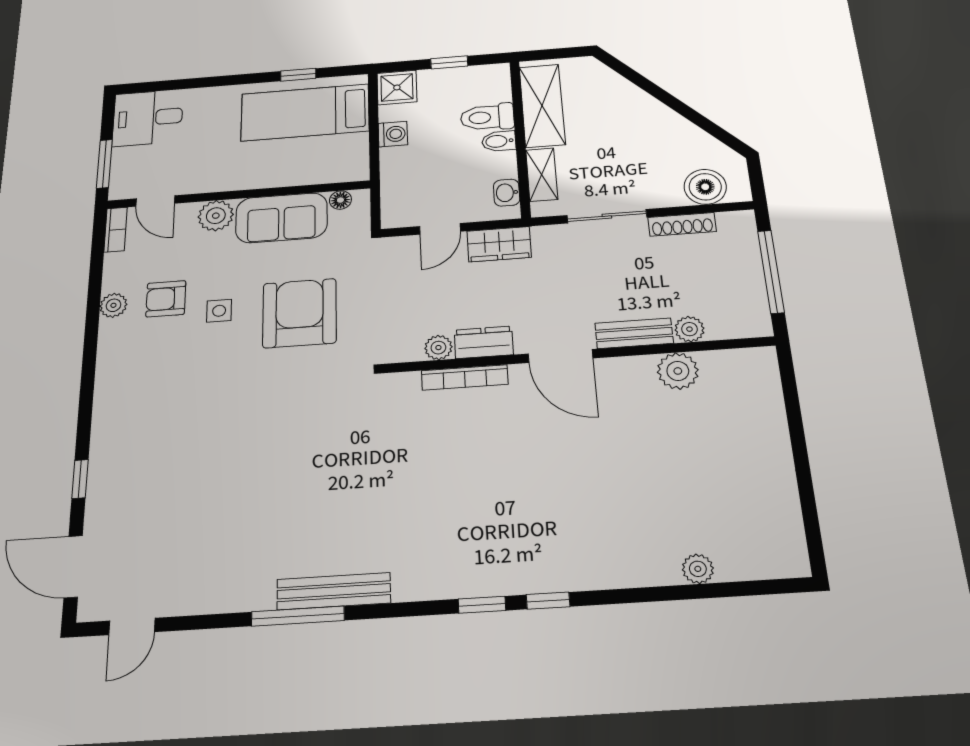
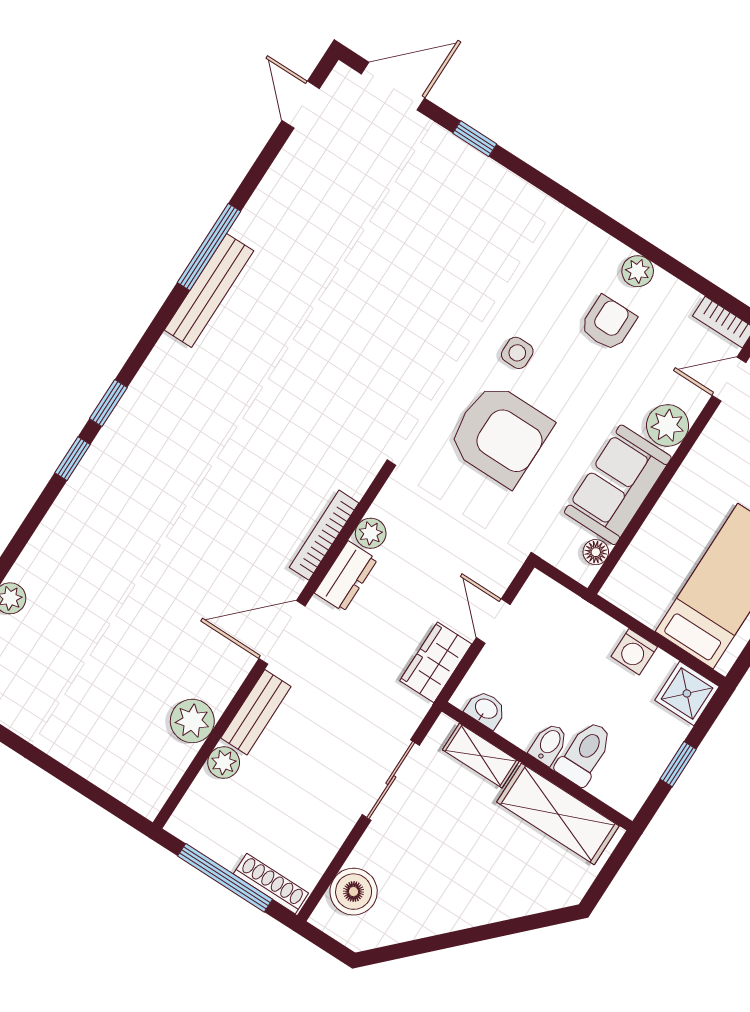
shoe rack: (682, 224) -> (271, 884), moved, turned 90
side table: (219, 311) -> (517, 353), moved

